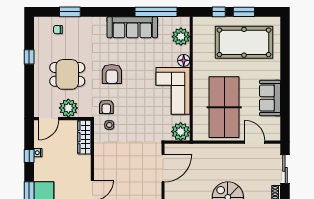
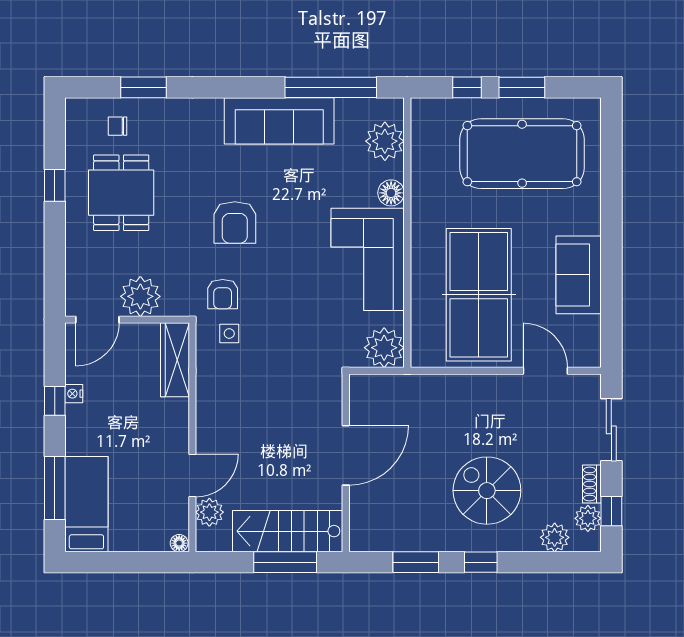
dining table: (67, 74) -> (121, 193), moved, turned 90
door: (163, 168) -> (346, 455), moved

